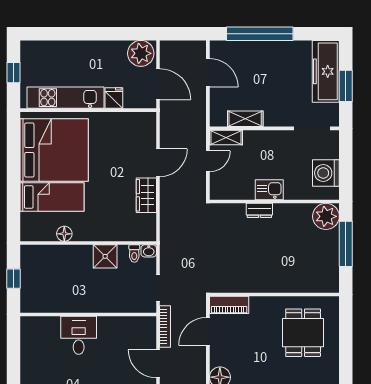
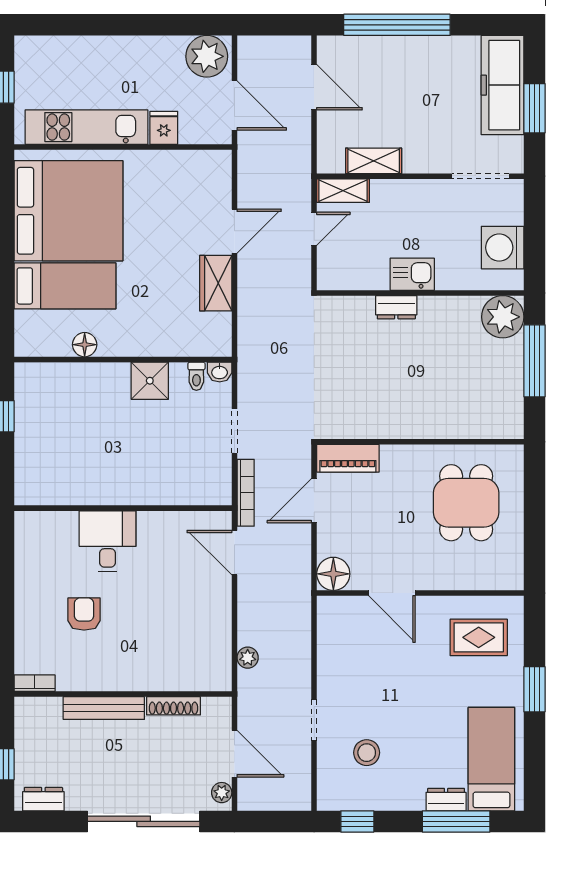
wall: (88, 314) -> (123, 508), moved
desk: (79, 335) -> (108, 541), moved

